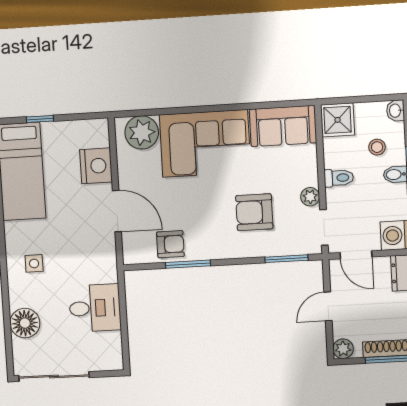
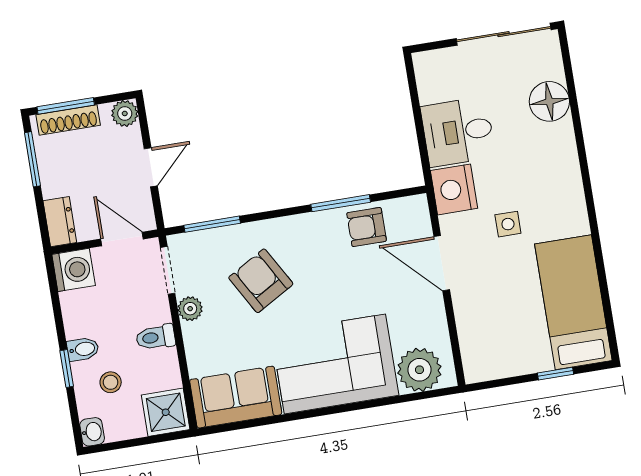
nightstand: (96, 166) -> (454, 189), moved
armchair: (254, 212) -> (261, 281), turned -120
side table: (34, 263) -> (508, 224), moved

